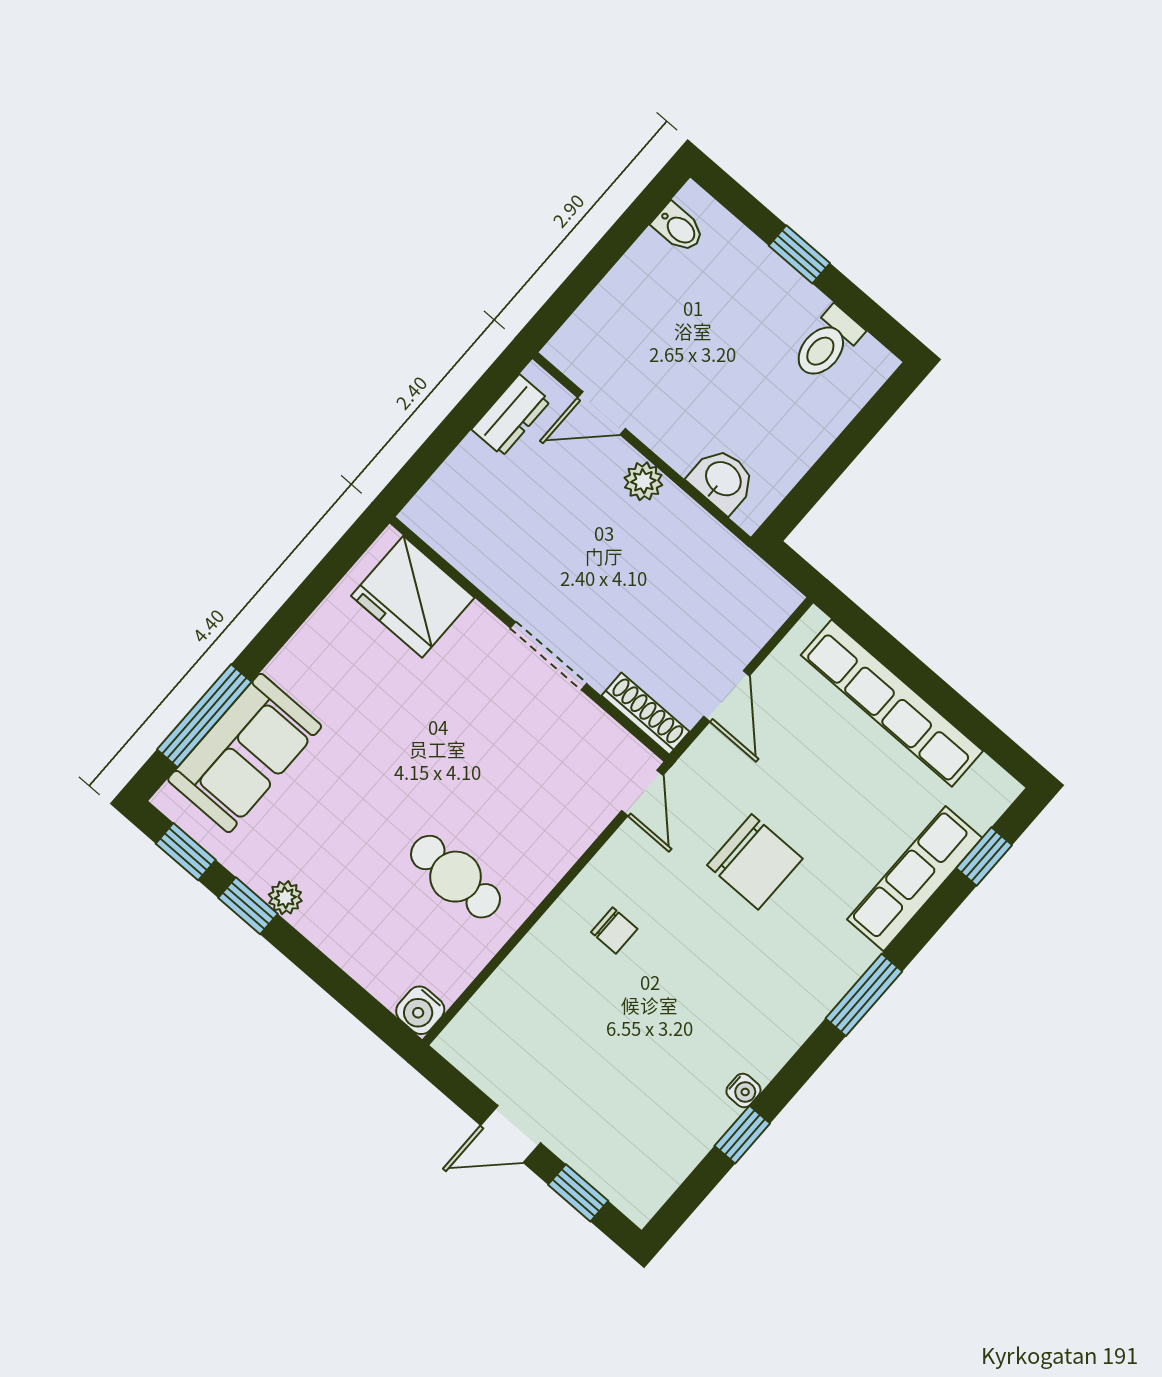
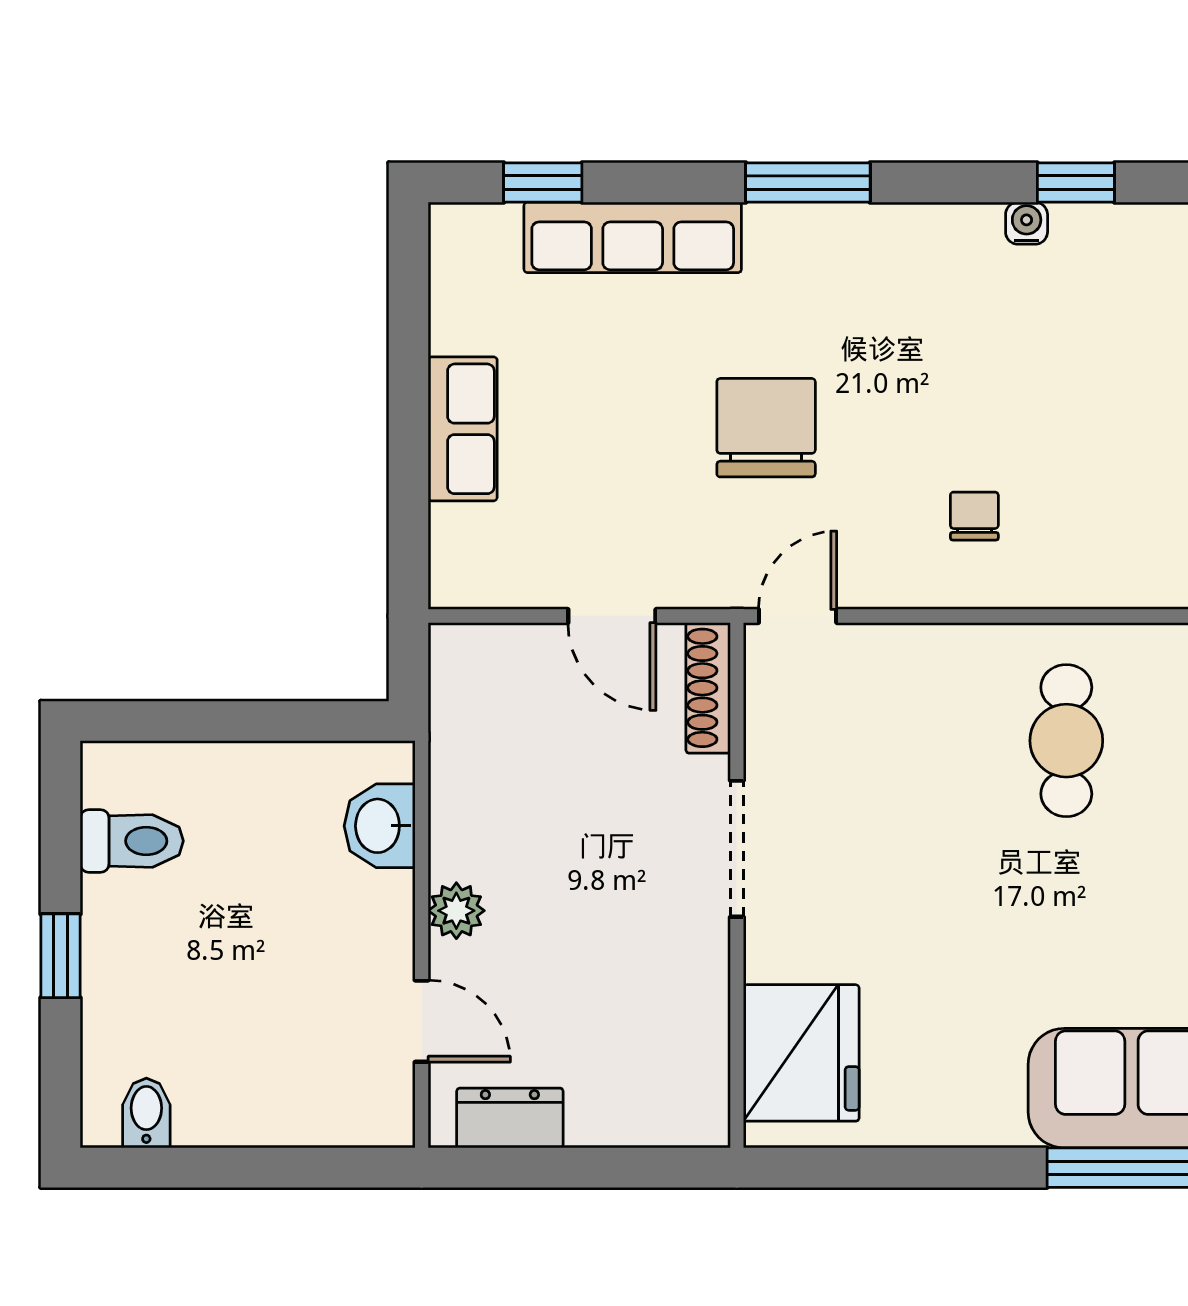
door: (727, 696) -> (612, 616), swing flipped
row of seats: (892, 703) -> (463, 429), width x0.50

